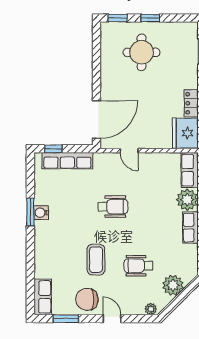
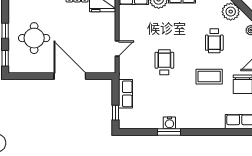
door: (97, 119) -> (70, 76), moved
row of seats: (67, 161) -> (126, 94), width x0.68

